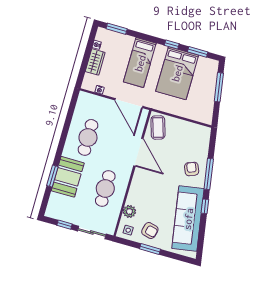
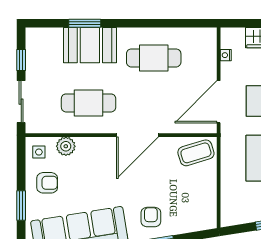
door: (138, 152) -> (137, 135), moved
armchair: (192, 169) -> (151, 217), turned -68
armchair: (150, 231) -> (47, 183), turned -104
window: (150, 249) -> (21, 206), moved

